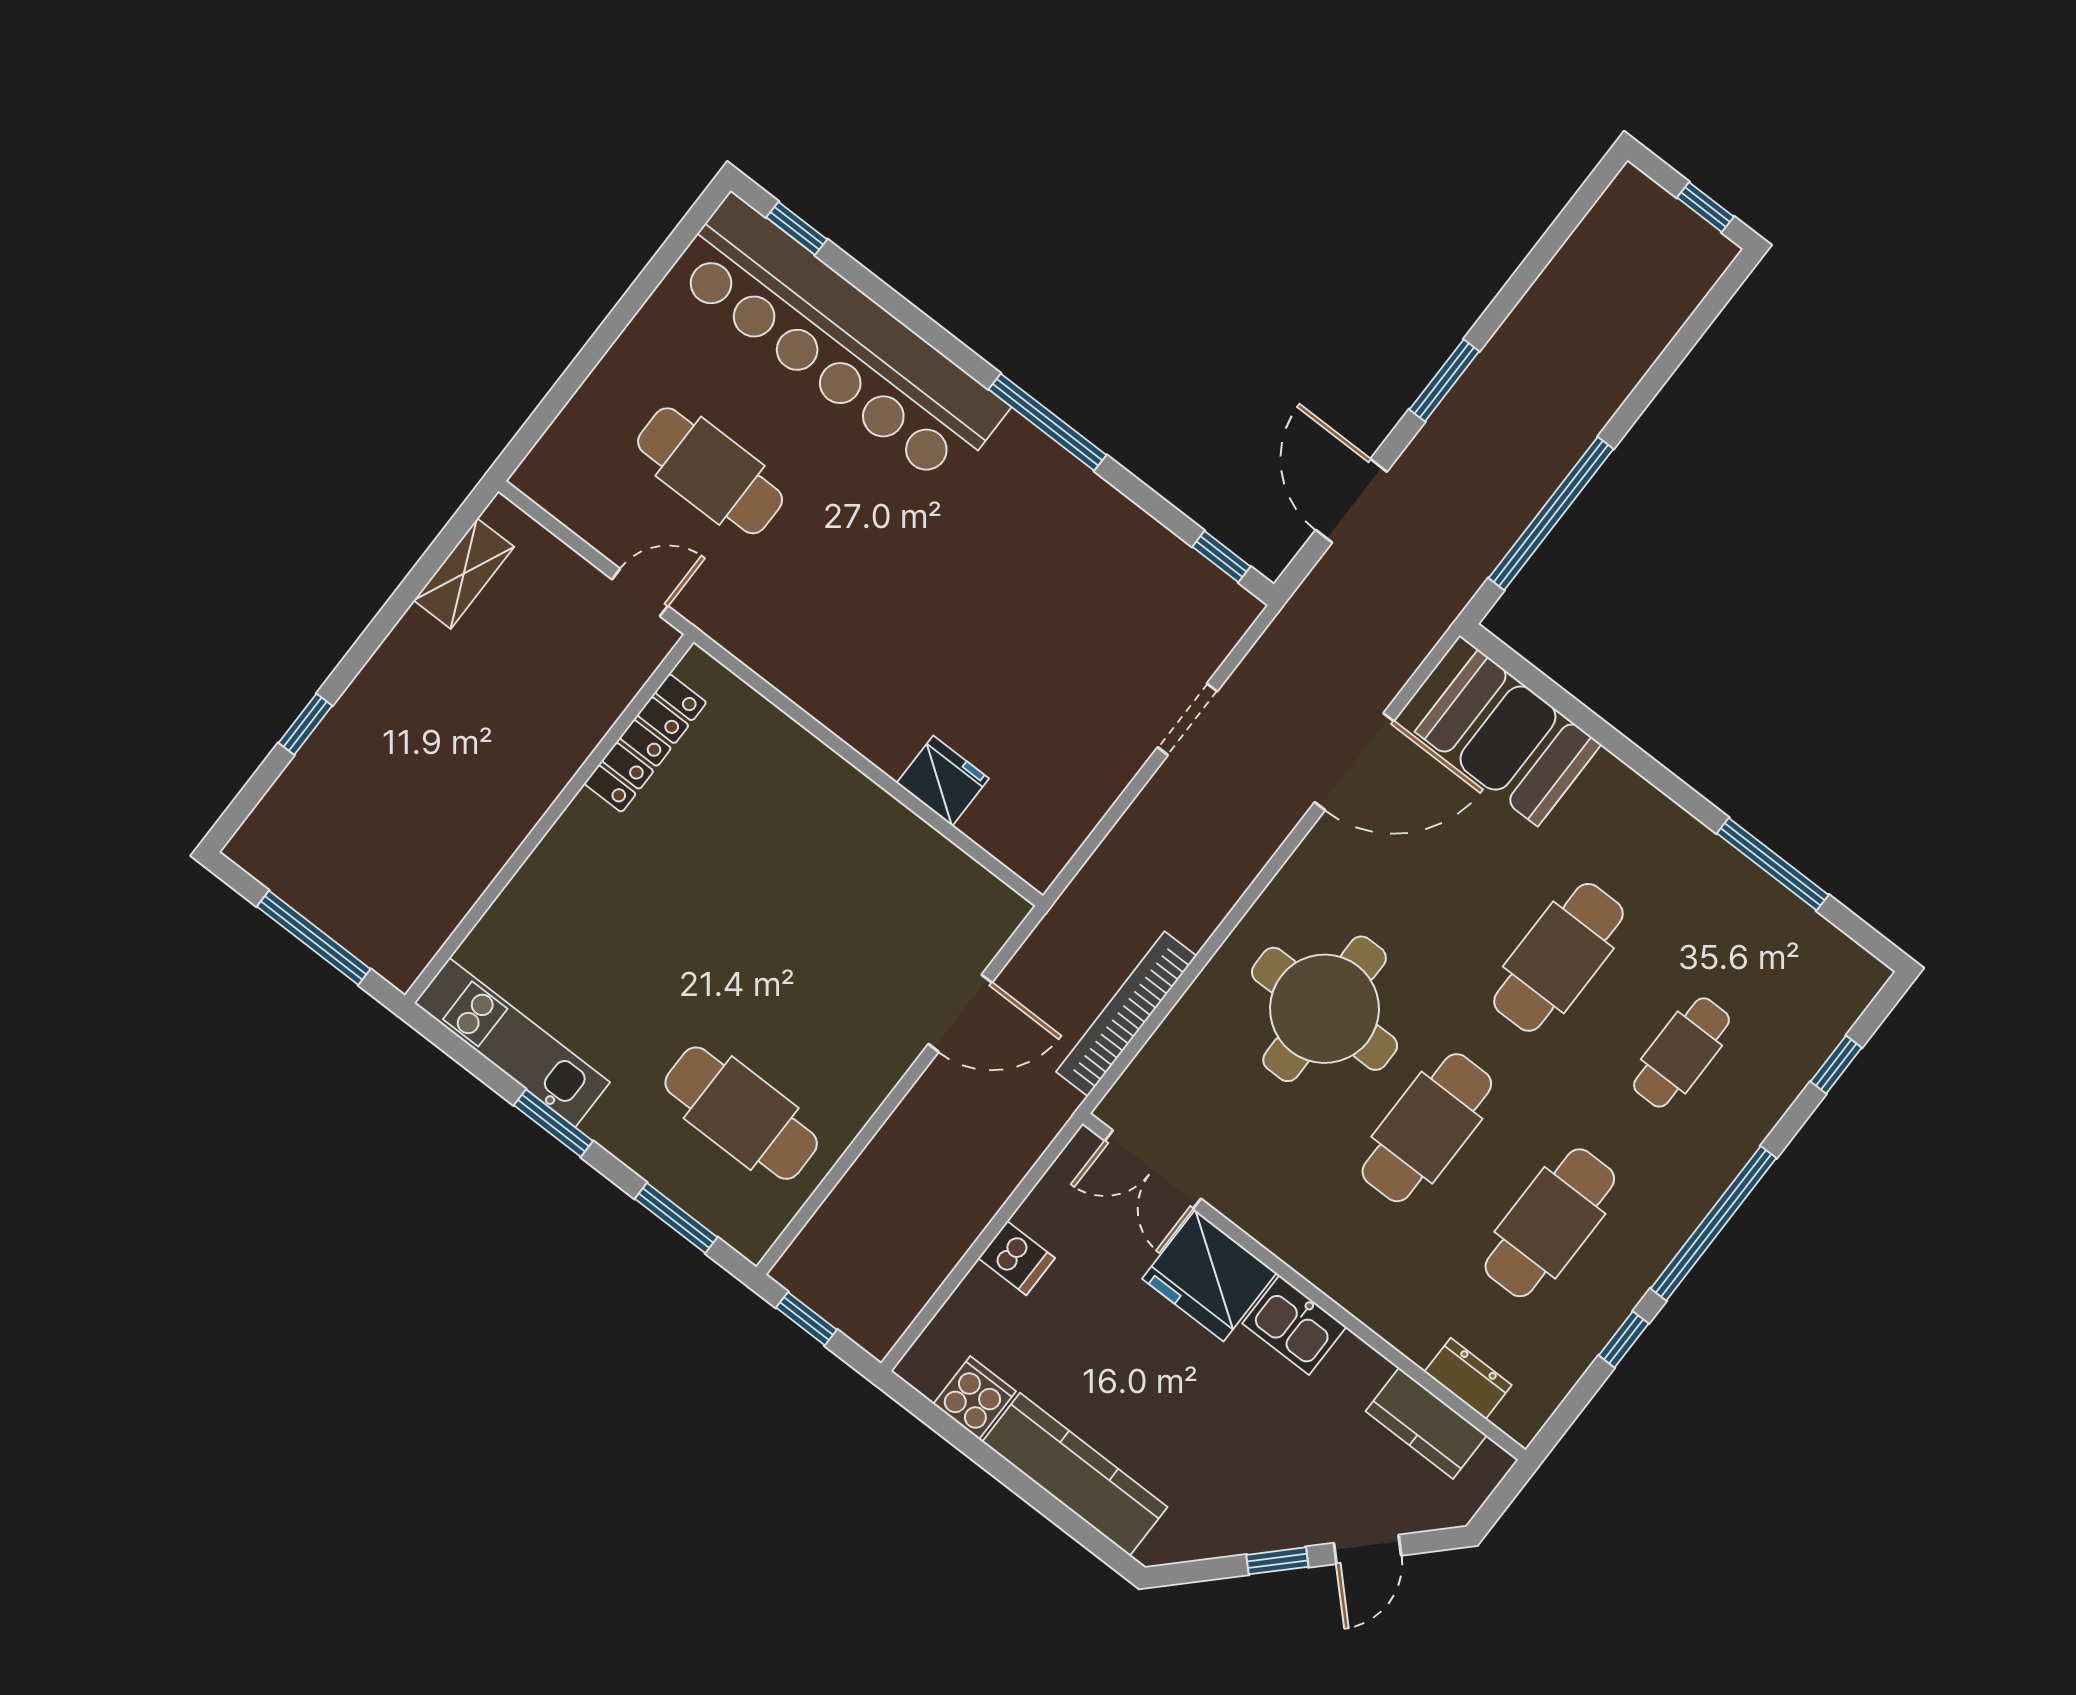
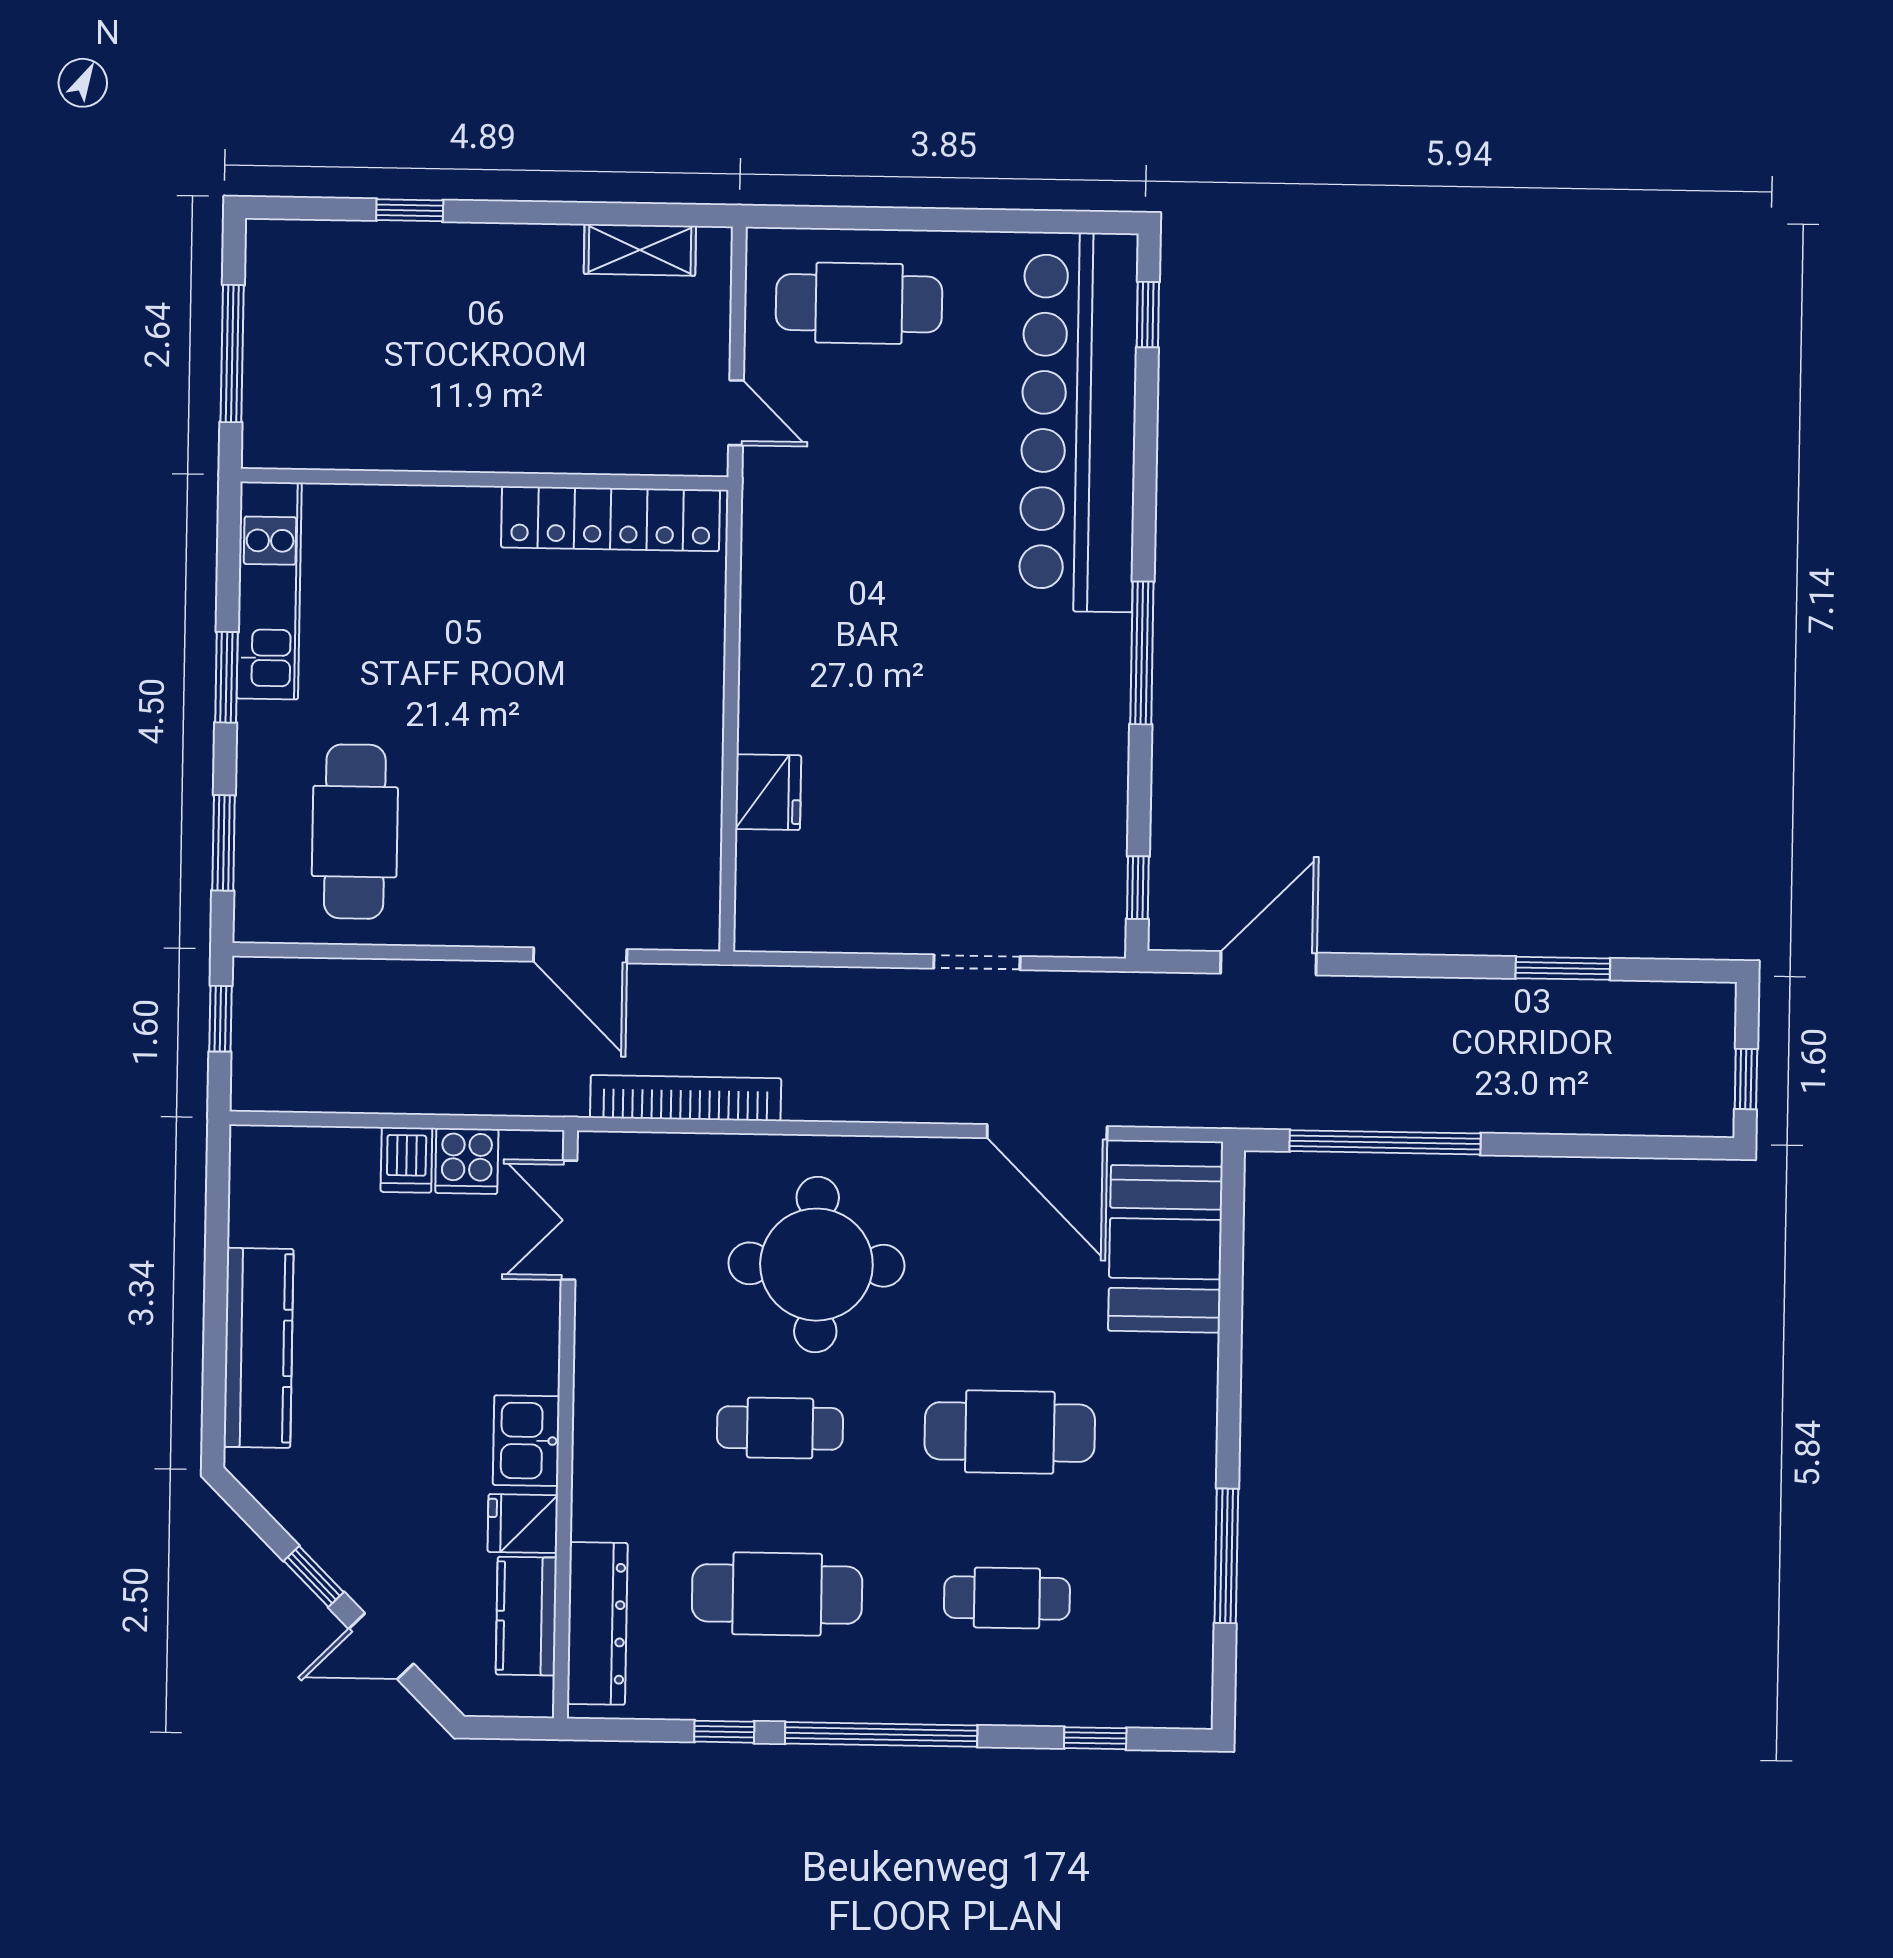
window: (1444, 380) -> (1563, 968), moved
cafe table: (710, 471) -> (859, 303), moved, turned 90
locker: (645, 743) -> (611, 519), width x1.41, depth x1.21
cafe table: (1427, 1128) -> (780, 1428), width x0.73, depth x0.74
fridge: (1209, 1276) -> (523, 1524), moved, width x0.53, depth x0.75
dresser: (1468, 1378) -> (597, 1623), width x1.96, depth x1.24
cooker: (975, 1398) -> (467, 1161), moved, turned 90

